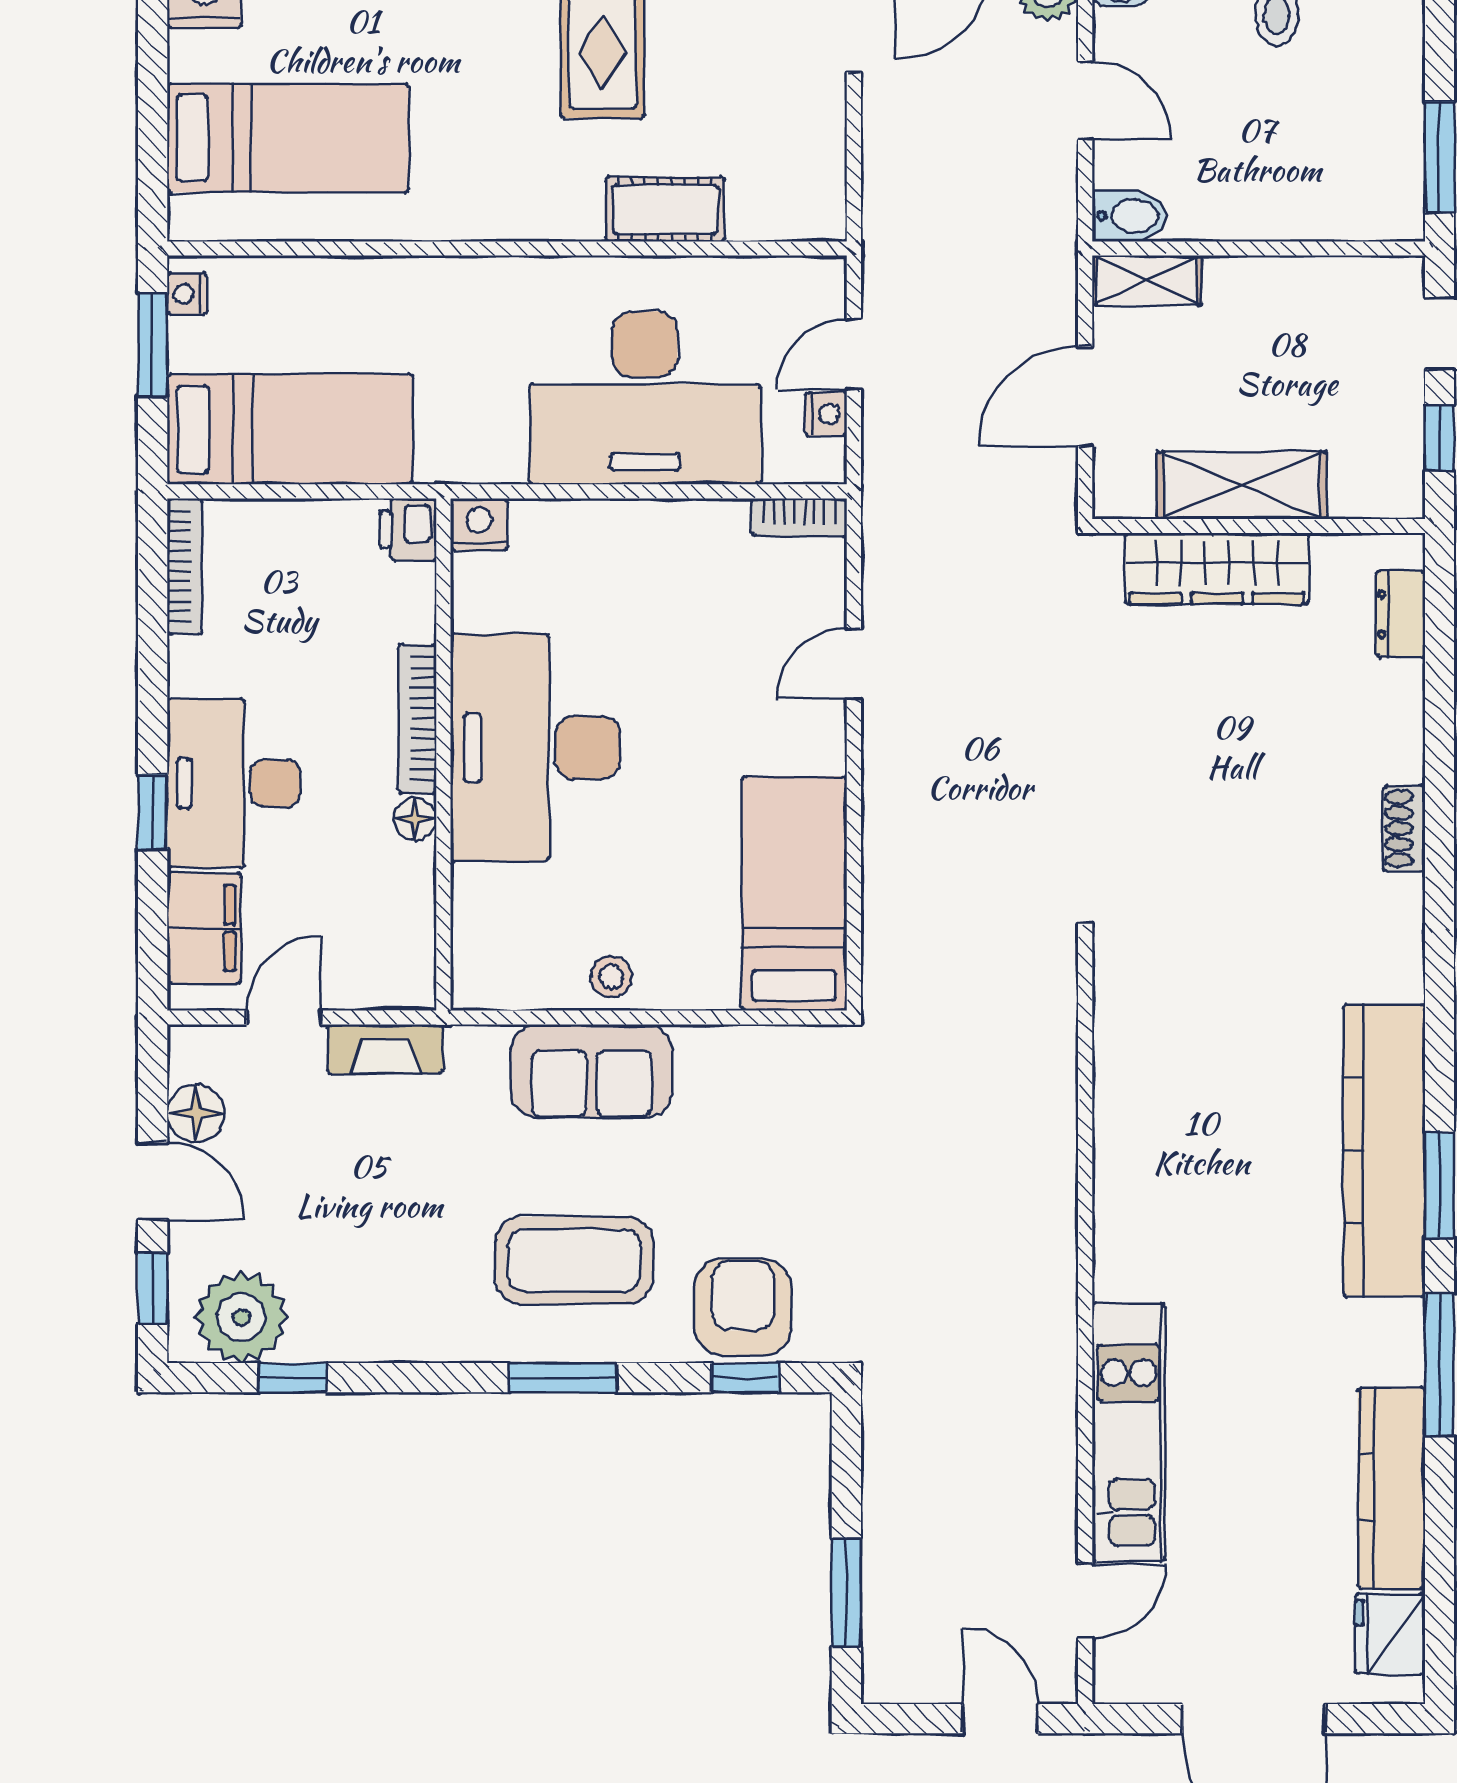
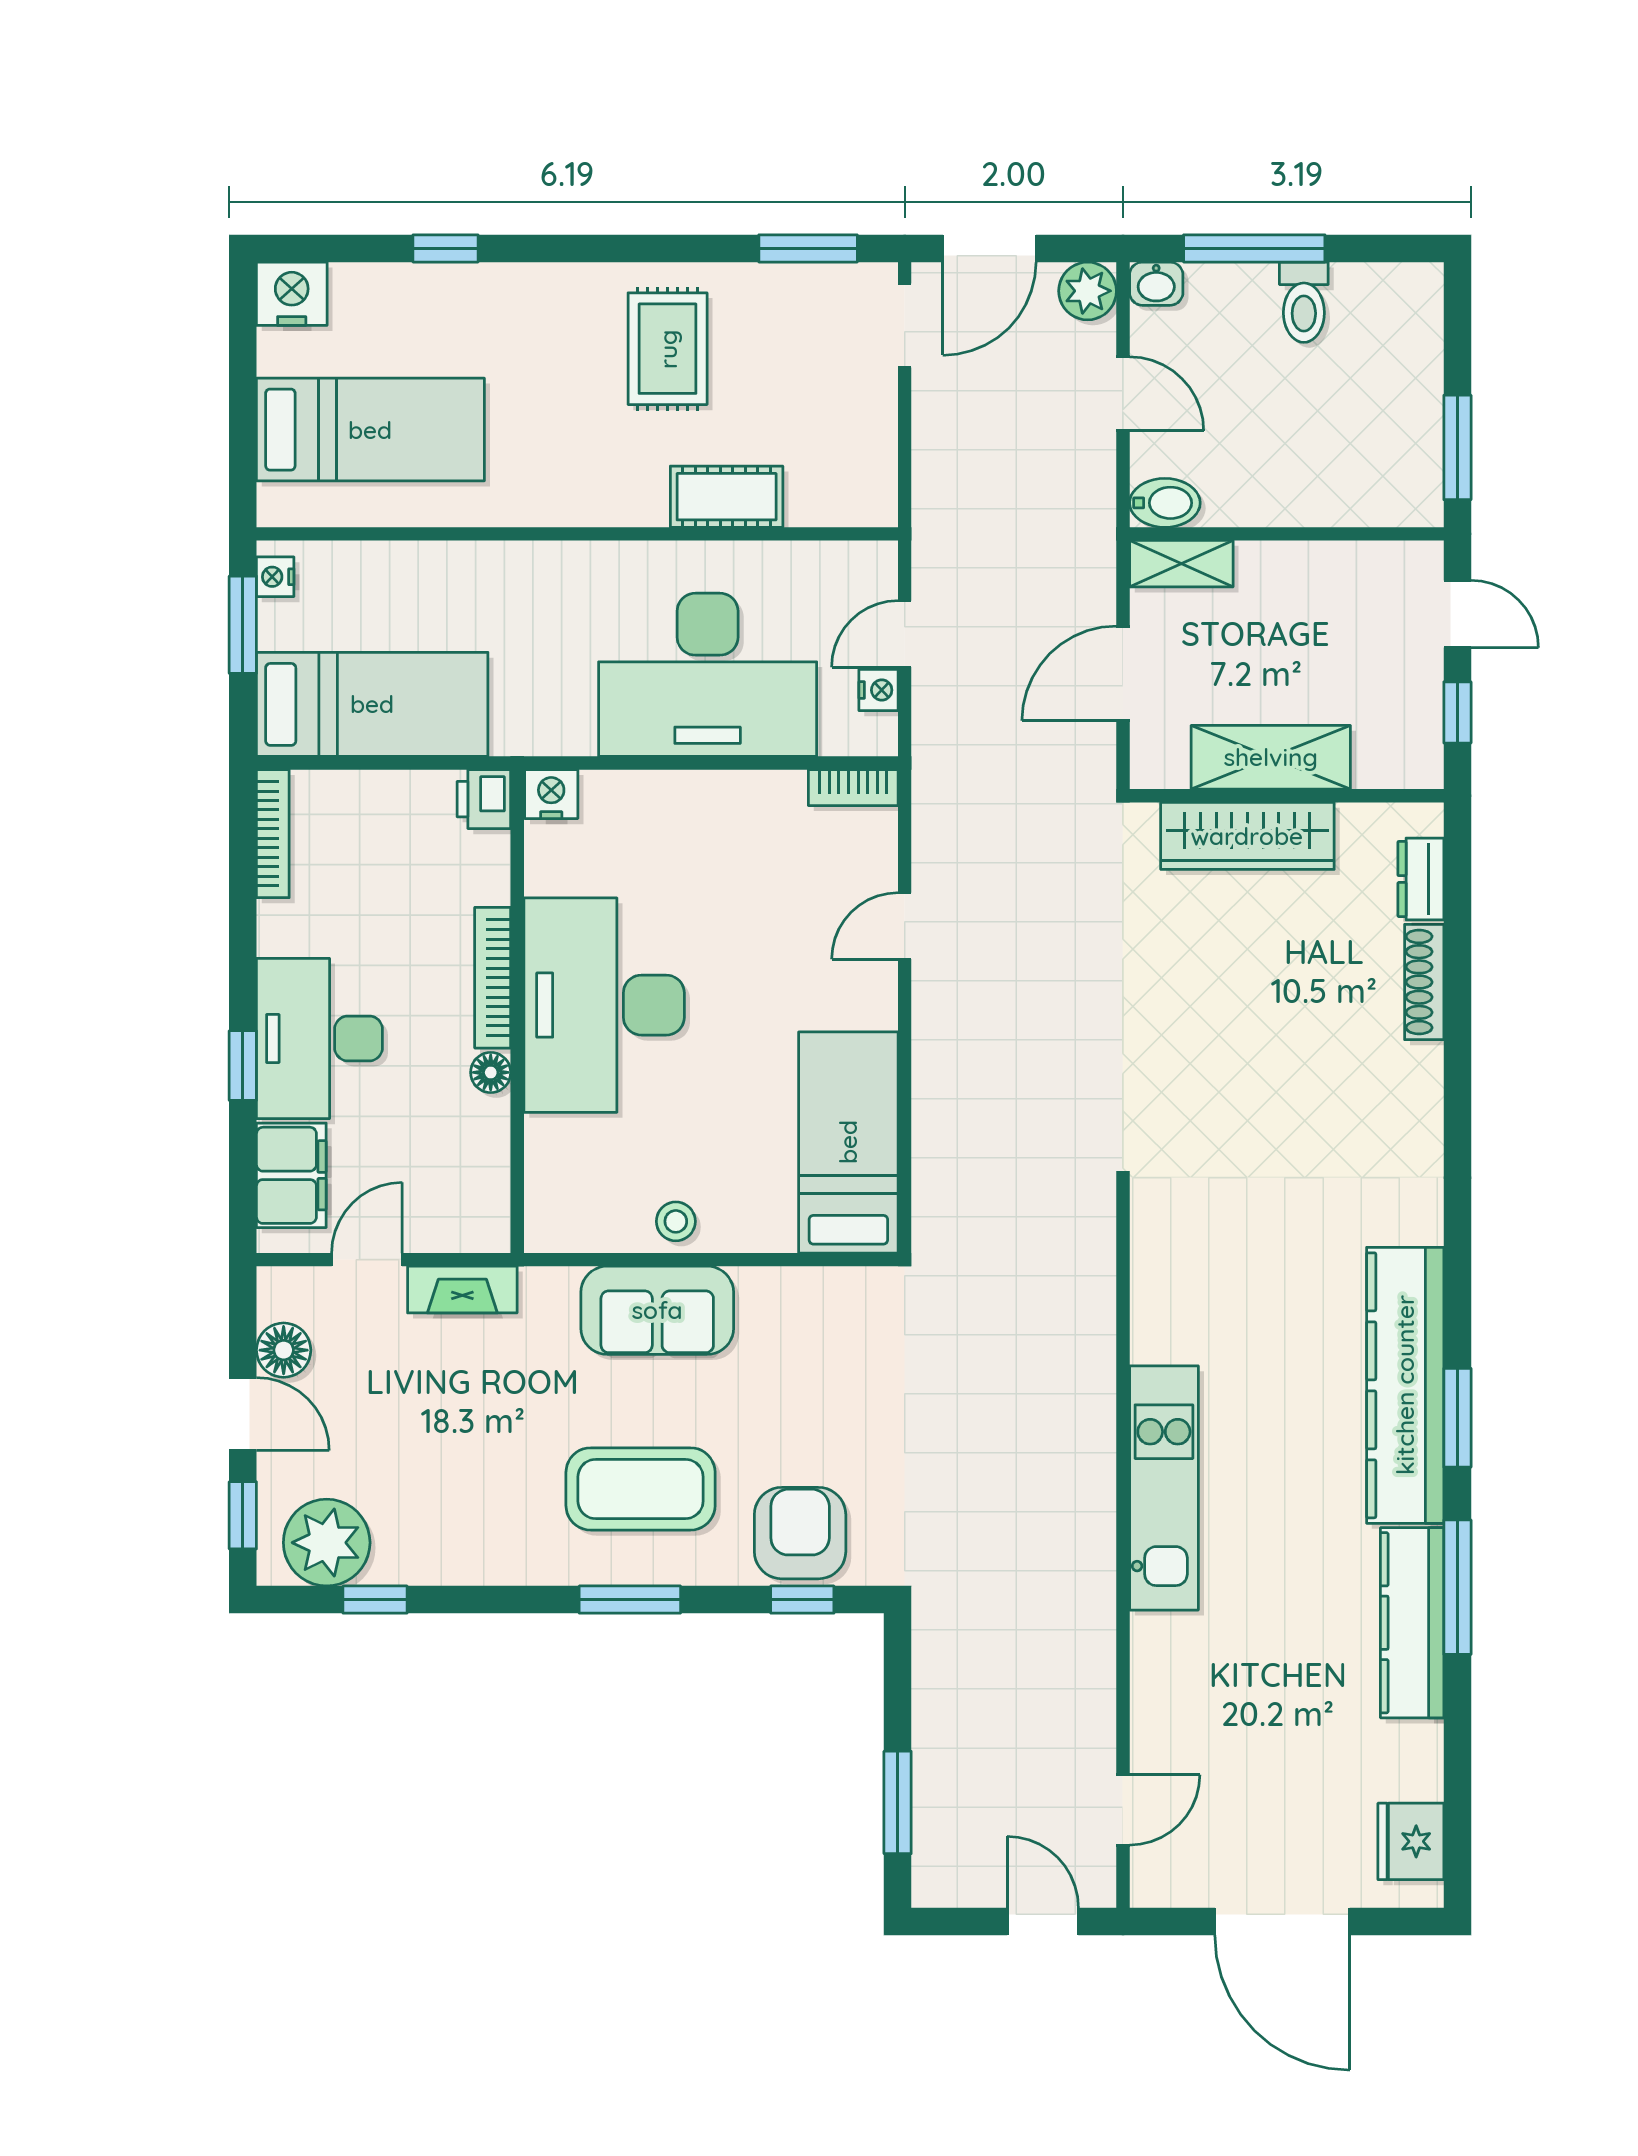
shoe rack: (1404, 829) -> (1424, 982), moved, width x1.43
kitchen unit: (1128, 1432) -> (1164, 1488), moved
kitchen counter: (1391, 1488) -> (1412, 1623), moved

